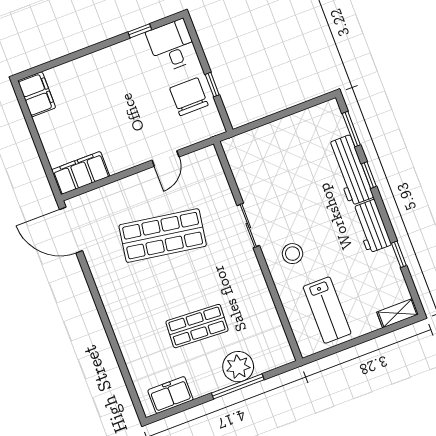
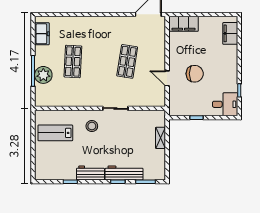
filing cabinet: (37, 94) -> (230, 33), moved, turned 90
chair: (189, 97) -> (195, 74), moved
filing cabinet: (81, 173) -> (184, 24), moved, turned 90
shop shelf: (163, 236) -> (127, 61), width x0.70, depth x0.74
shelving: (398, 313) -> (161, 138), moved

